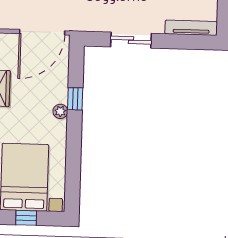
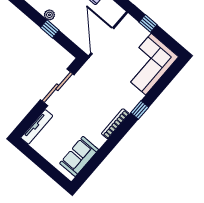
sliding door: (131, 40) -> (57, 87), width x1.37

